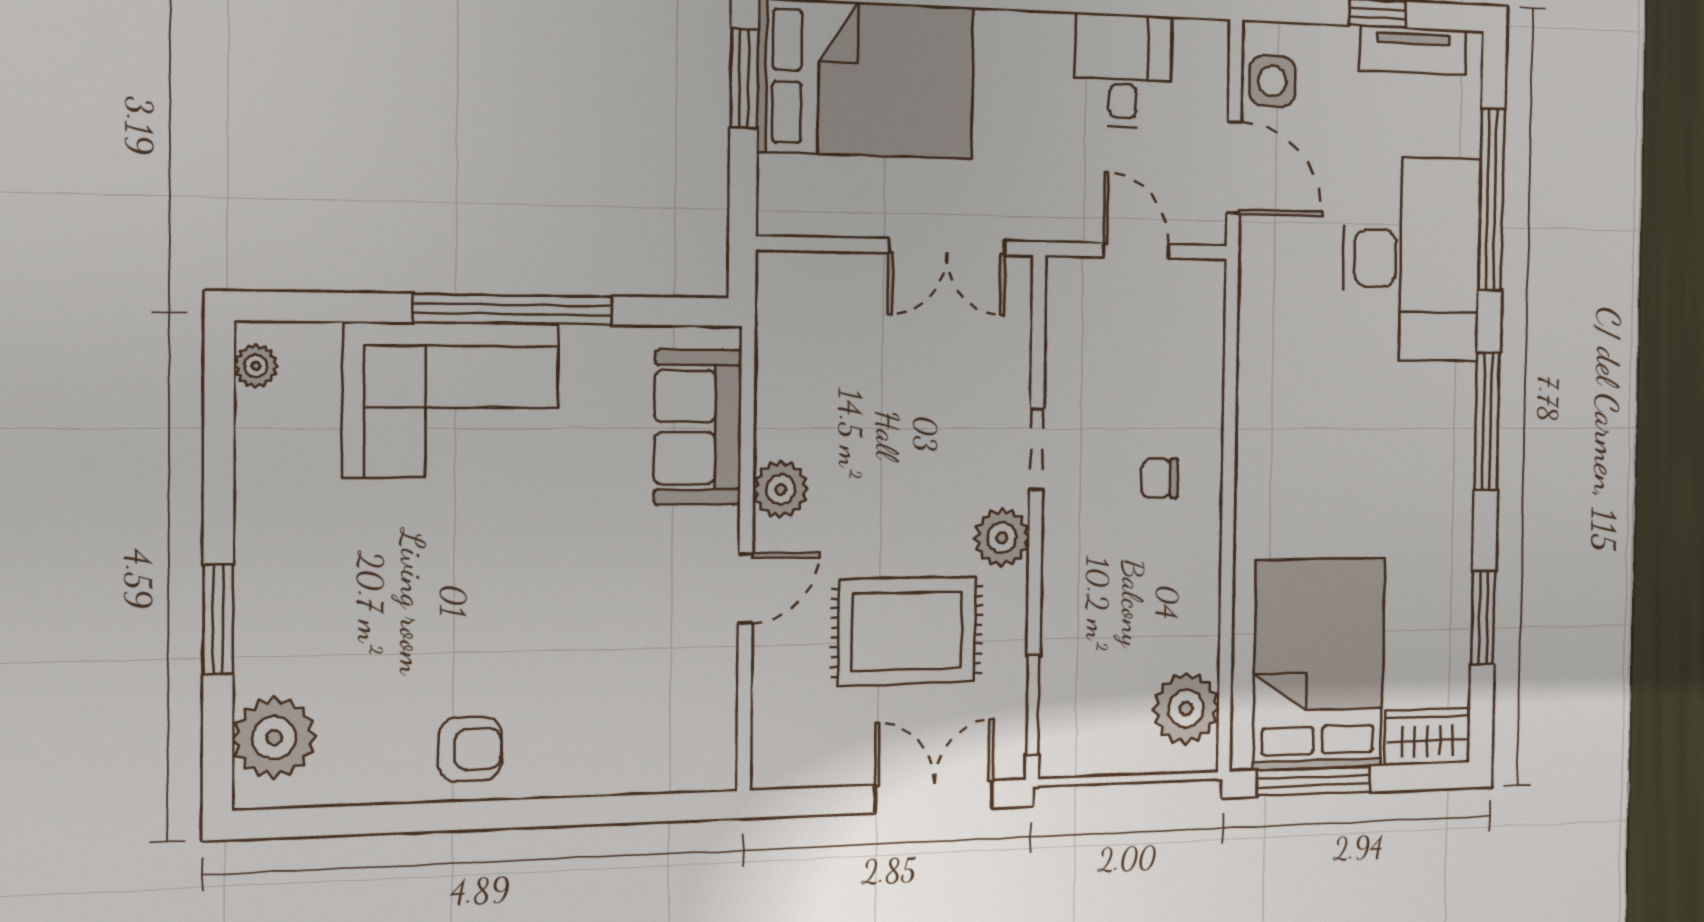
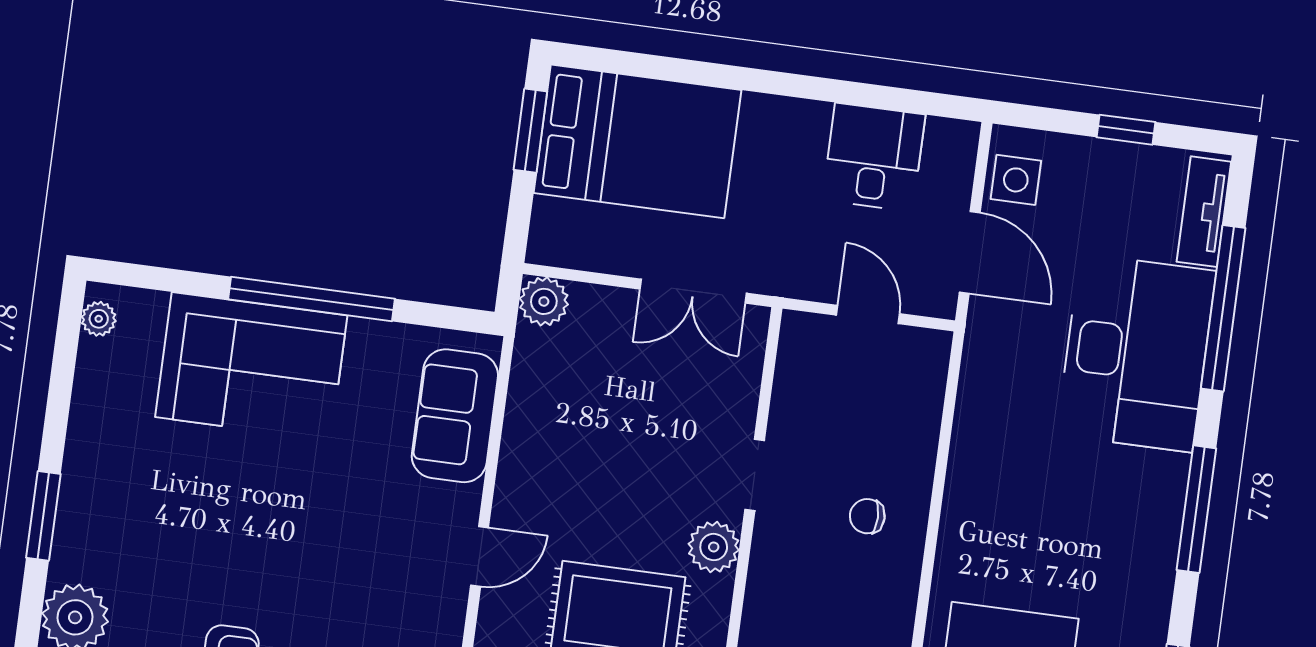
tv unit: (1413, 50) -> (1204, 212), moved, turned 90
plant: (781, 489) -> (544, 301), moved

